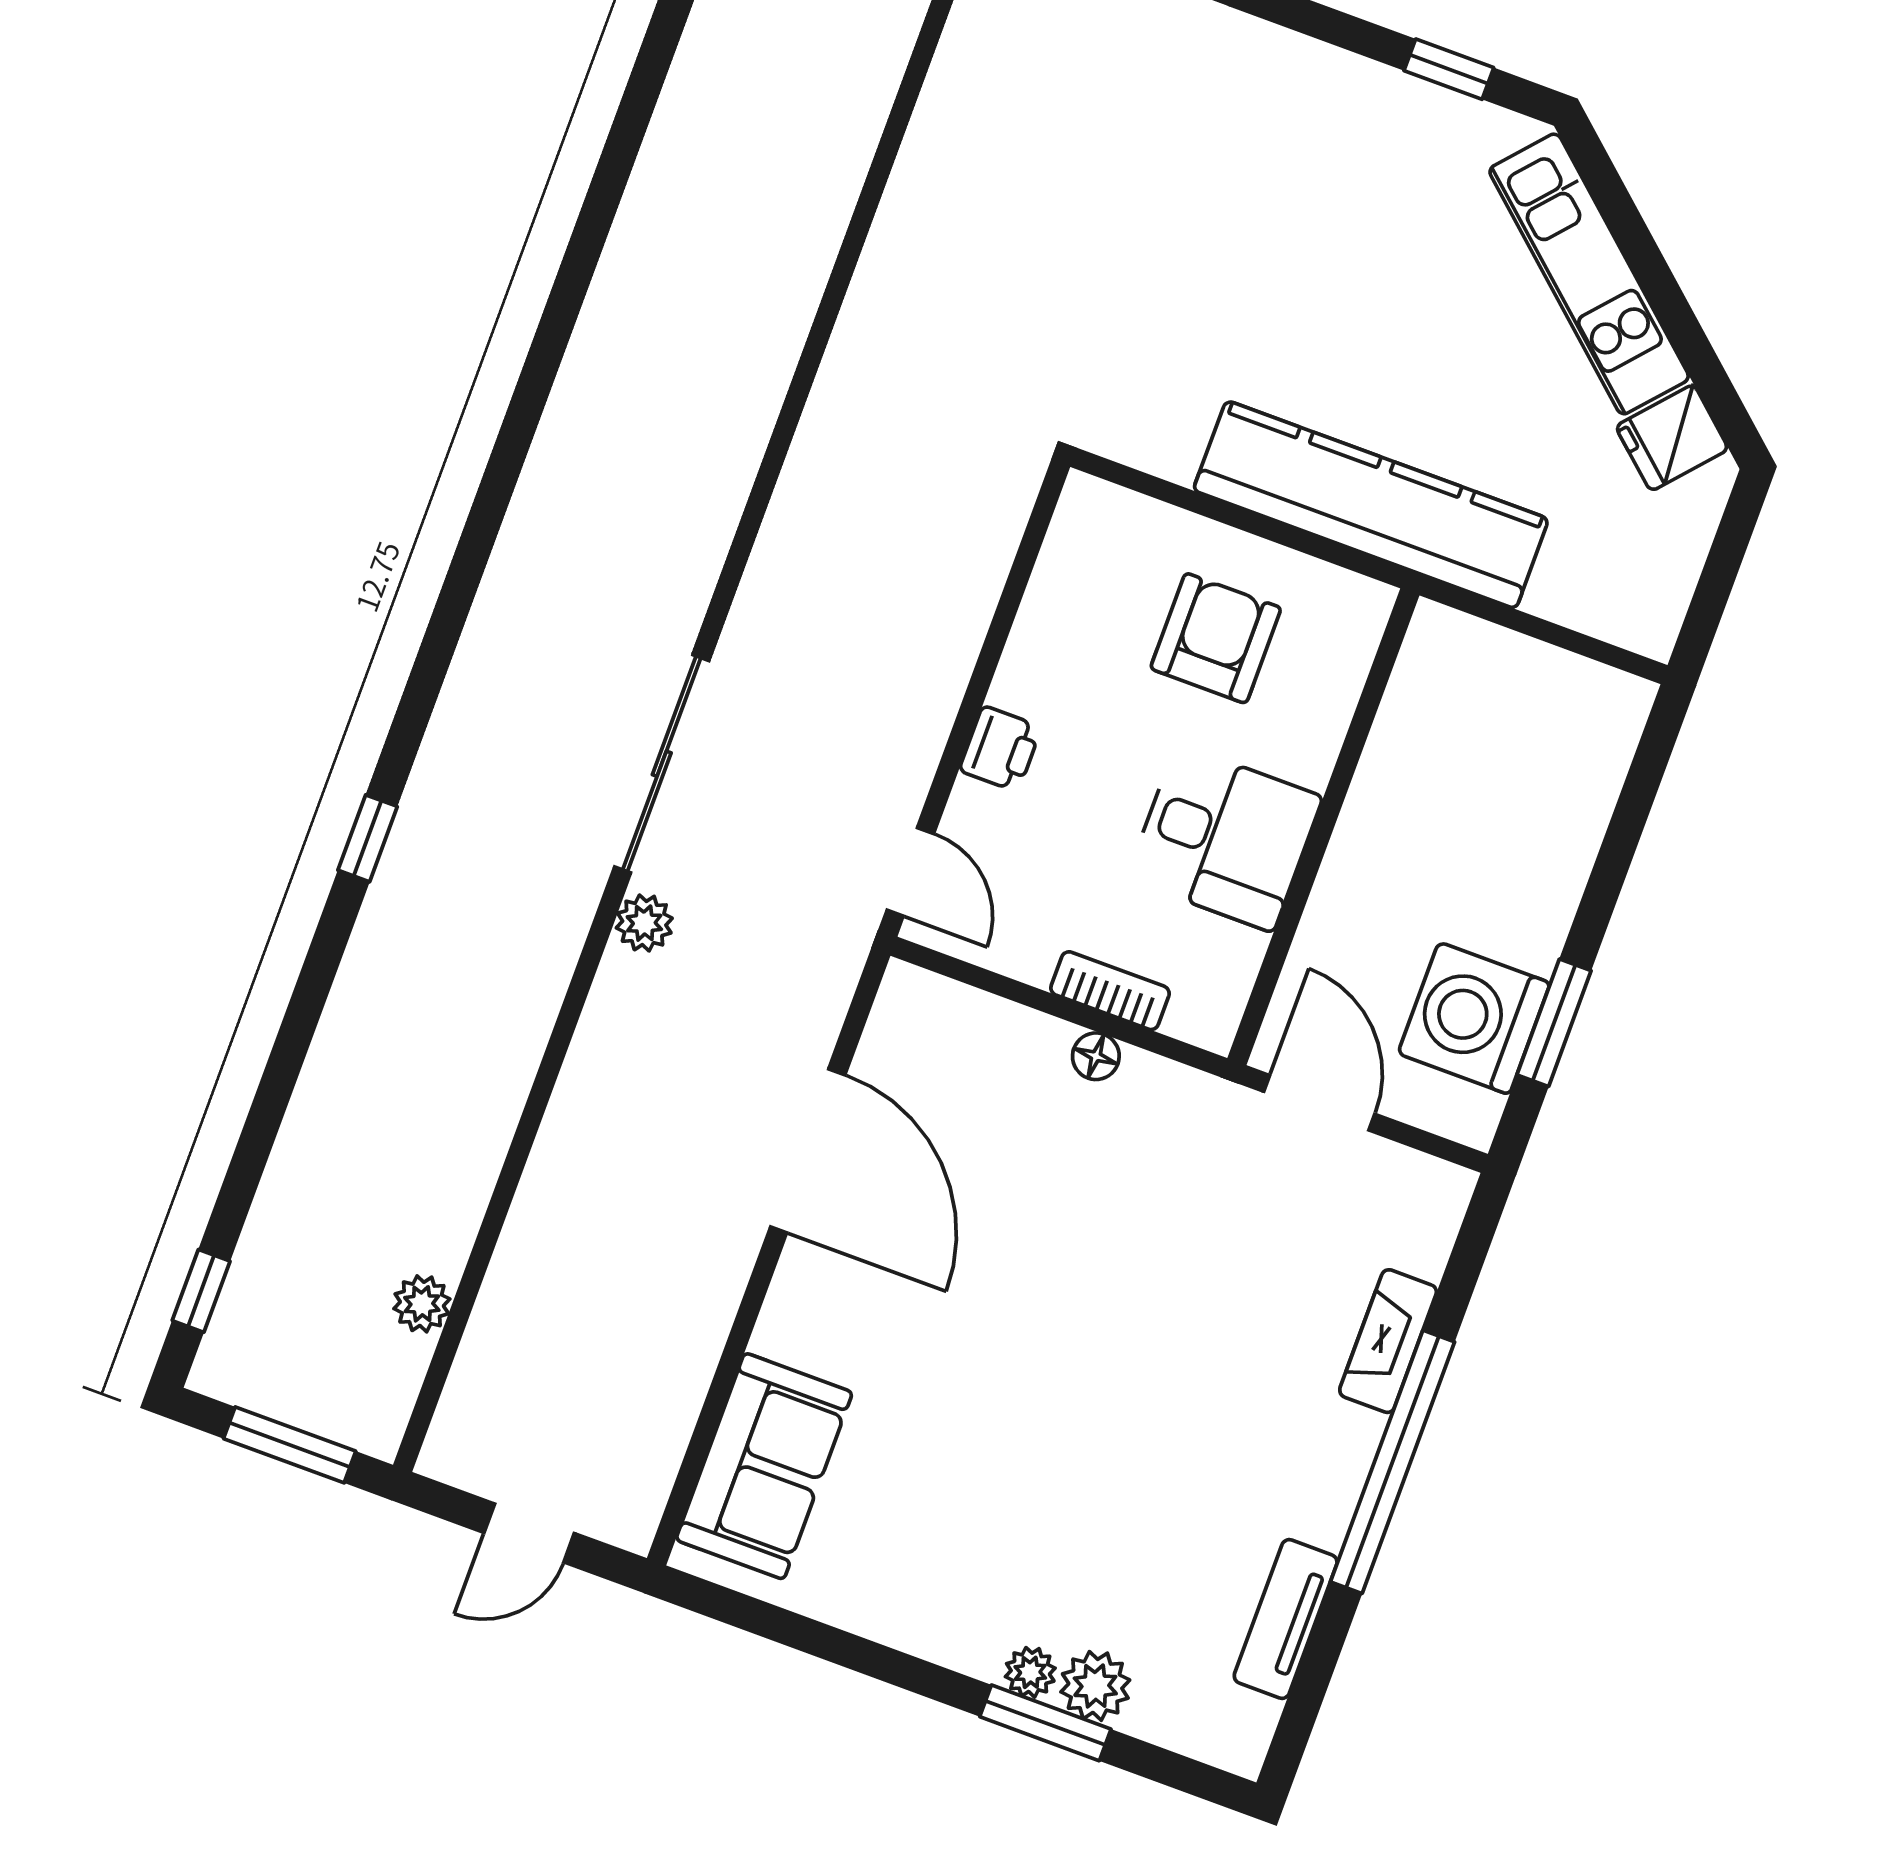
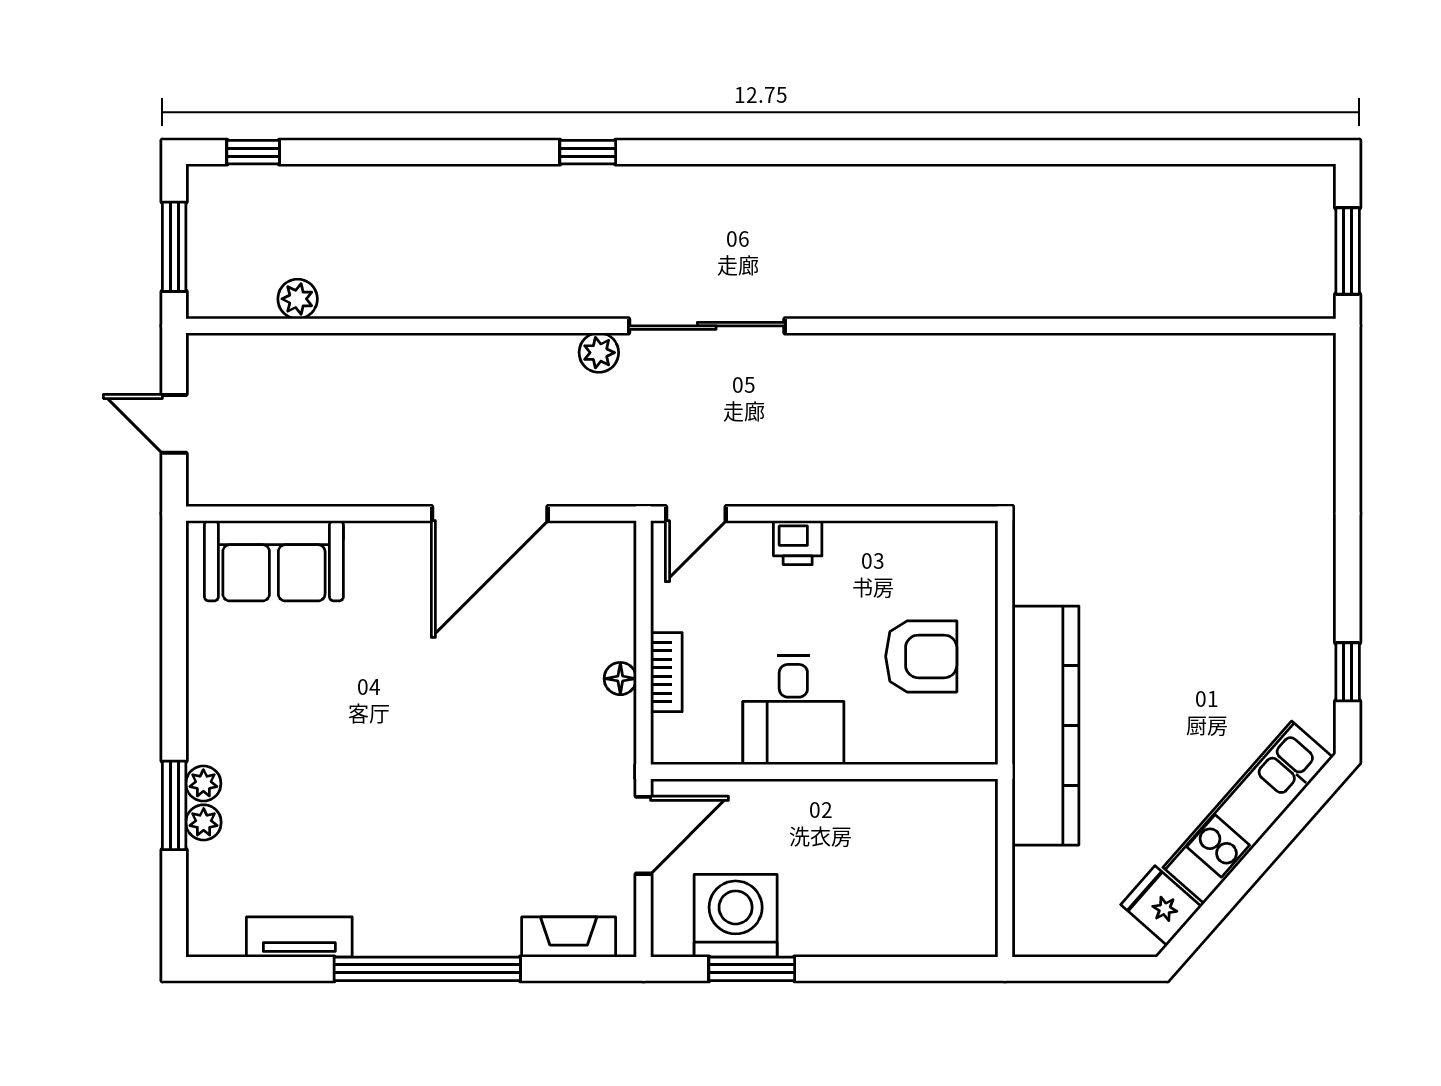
fireplace: (1388, 1341) -> (569, 937), moved
plant: (1095, 1686) -> (204, 822), width x0.73, depth x0.73

